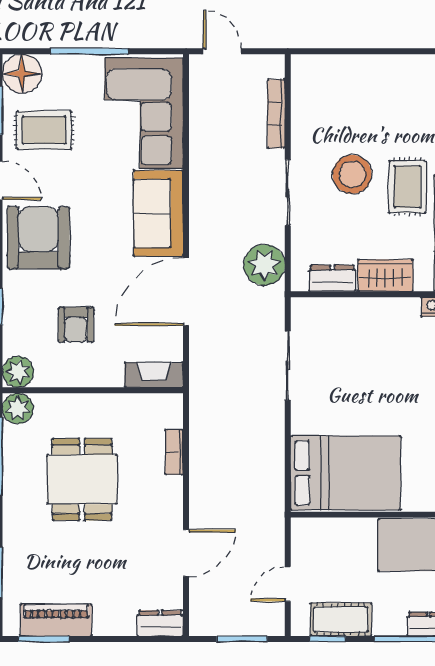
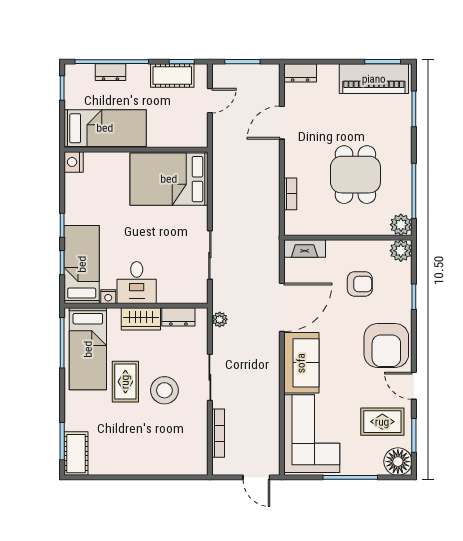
plant: (264, 265) -> (220, 319), width x0.53, depth x0.53
armchair: (76, 325) -> (360, 284), turned 90
desk: (391, 327) -> (137, 283), added
piano: (56, 620) -> (374, 79), width x1.37, depth x1.33

